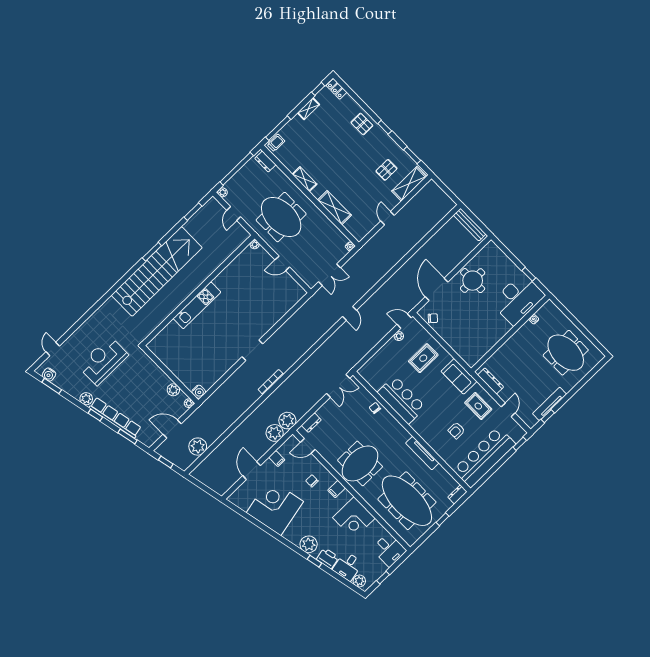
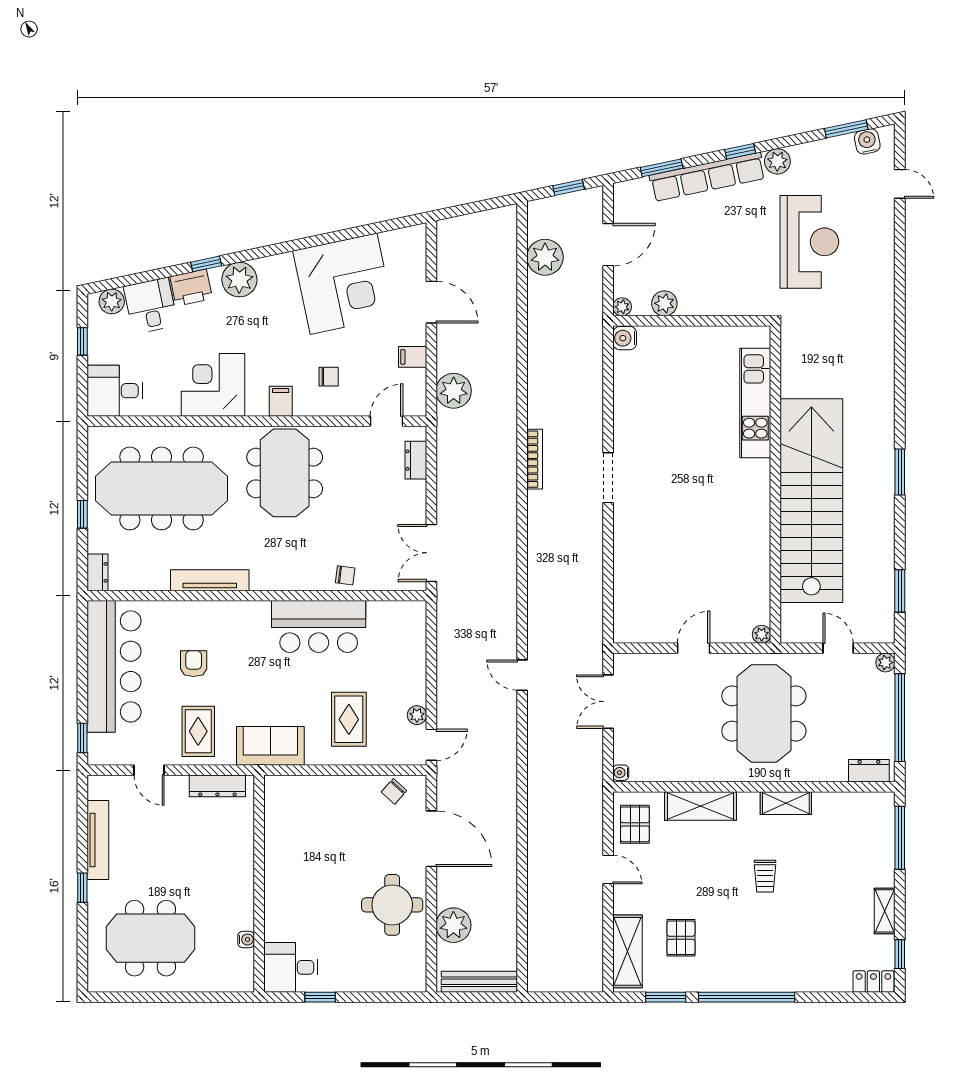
pallet: (362, 124) -> (635, 824), moved, turned 90
window: (385, 127) -> (747, 997), width x3.17
trolley: (276, 143) -> (765, 876), moved
meeting table: (281, 217) -> (764, 713), turned 90
stairs: (157, 271) -> (811, 501), moved, turned 180
desk: (518, 299) -> (291, 967), width x0.53, depth x0.77
kitchen unit: (197, 305) -> (755, 403), moved
rug: (478, 406) -> (198, 731), turned 90
window: (548, 416) -> (82, 888), moved
plant: (287, 421) -> (453, 925), moved

